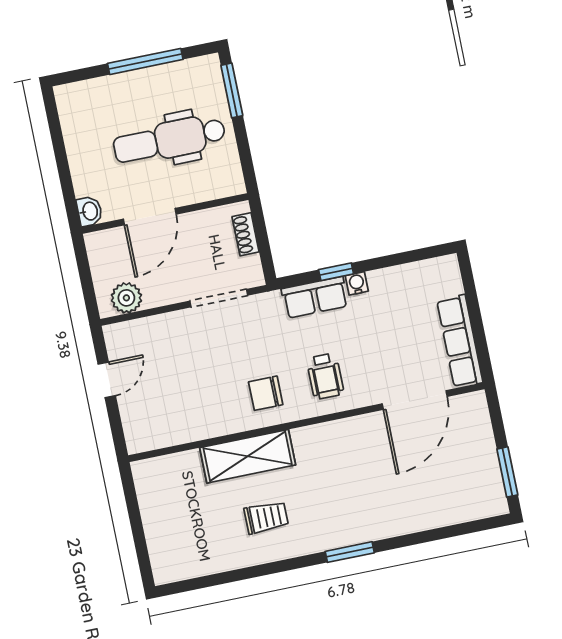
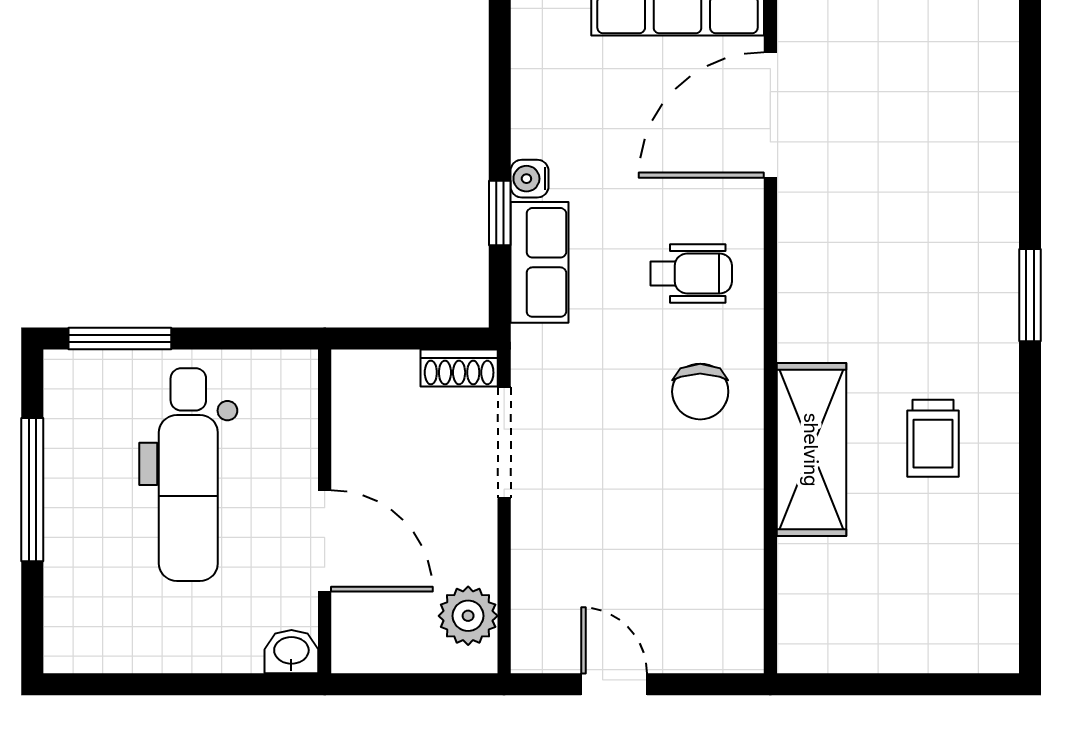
shoe rack: (246, 234) -> (459, 368), moved
door: (415, 400) -> (770, 115), swing flipped
trolley: (266, 517) -> (933, 438), turned 180

